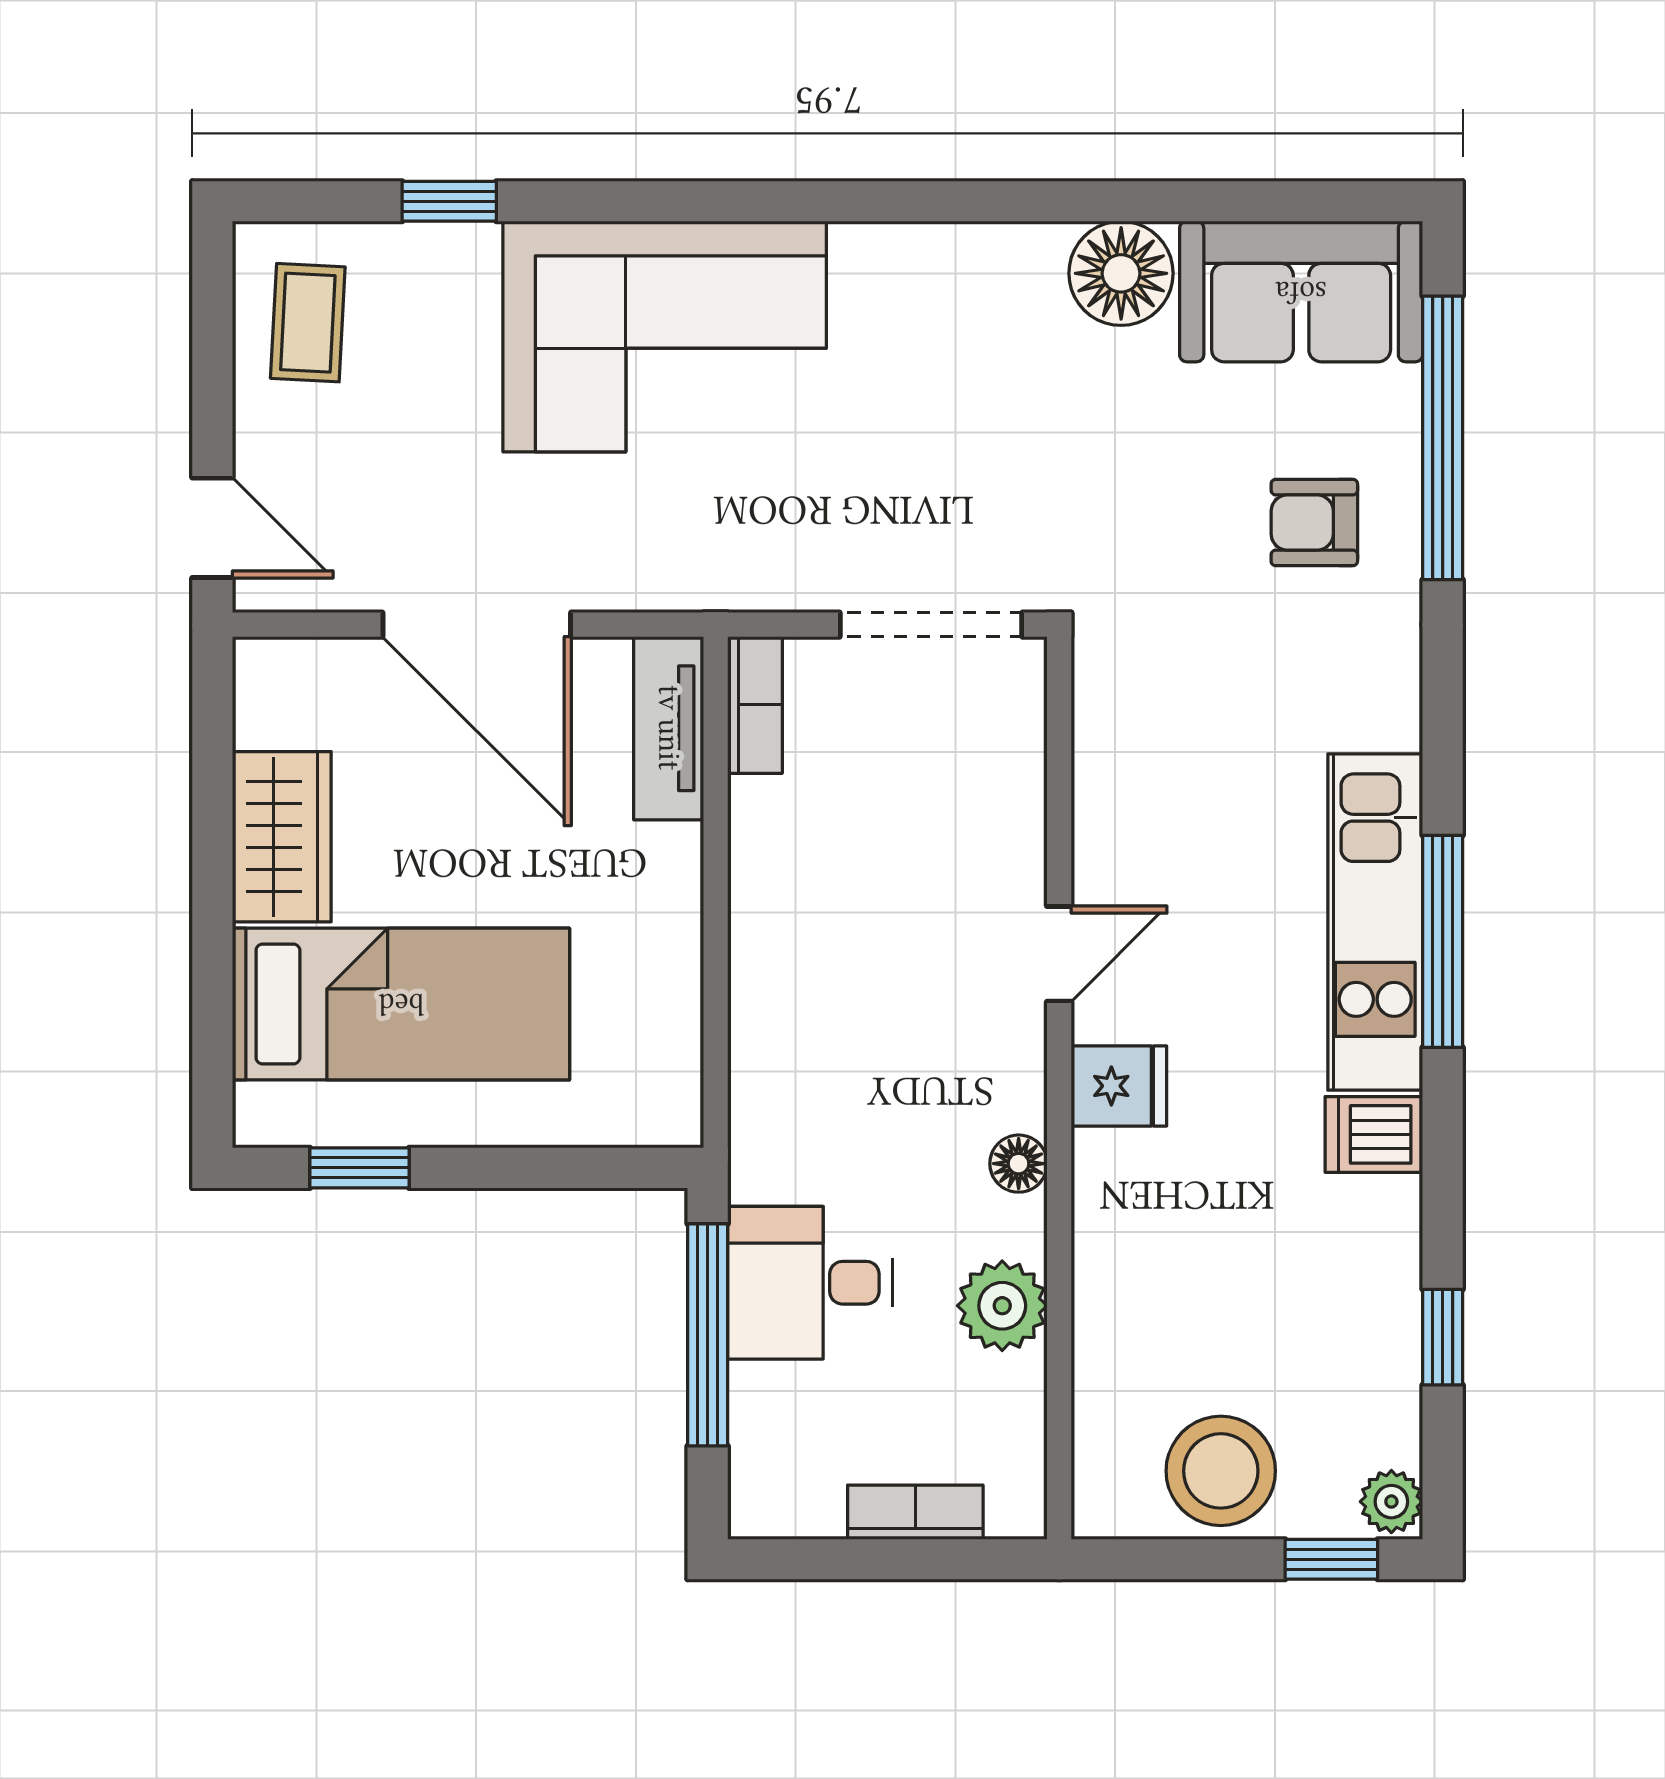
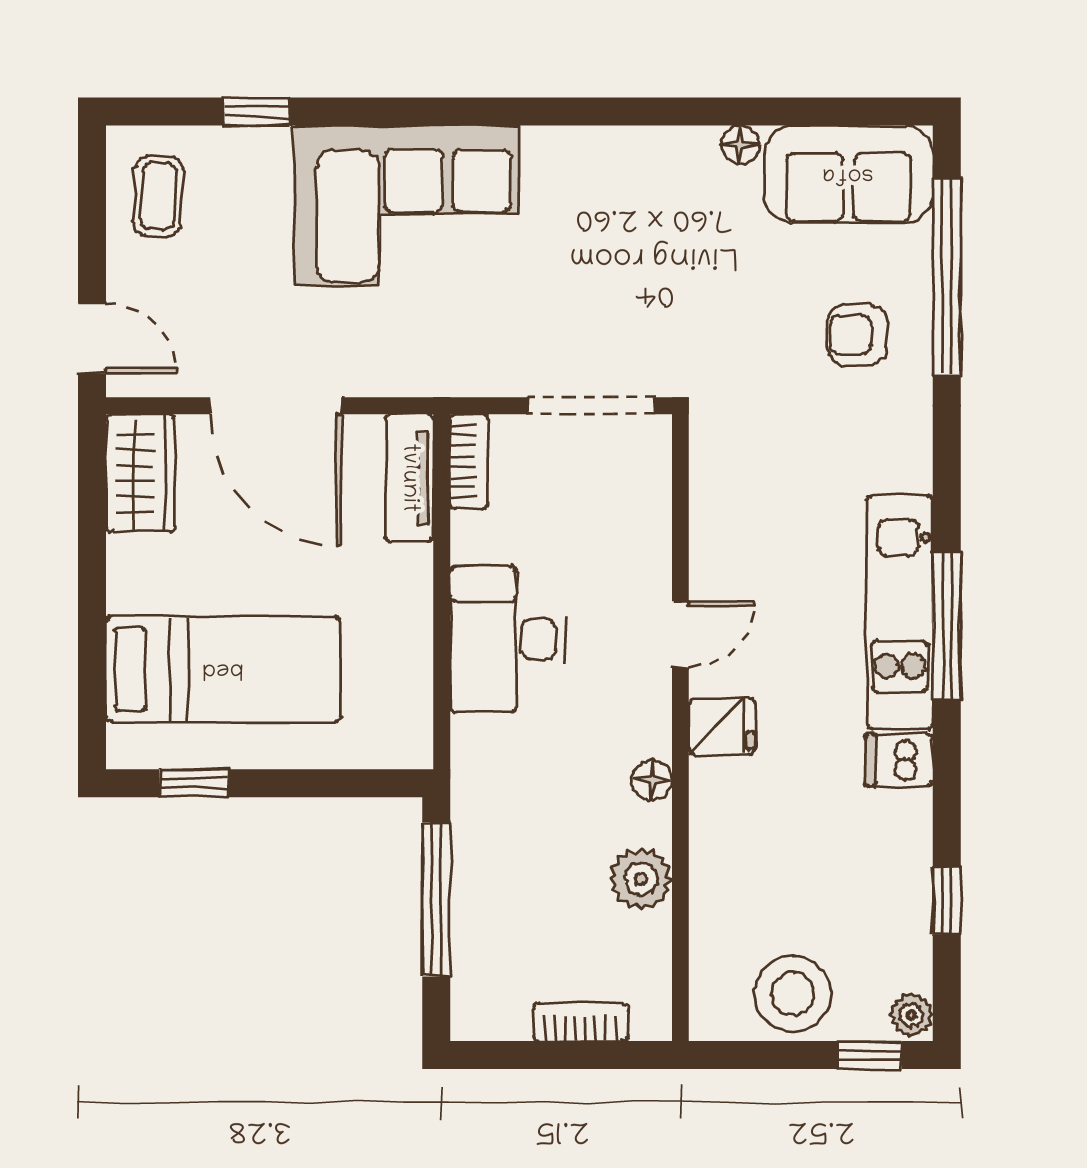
floor lamp: (1121, 273) -> (740, 145), width x0.53, depth x0.53
wardrobe: (282, 837) -> (140, 473), moved
desk: (810, 1283) -> (507, 639), moved, width x1.37

